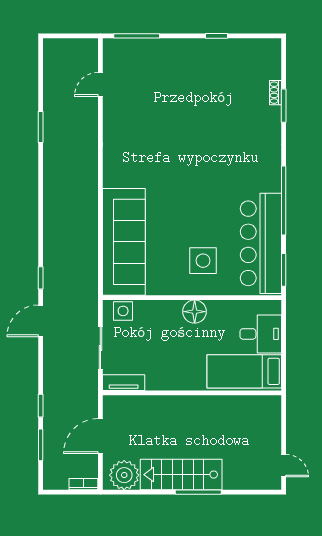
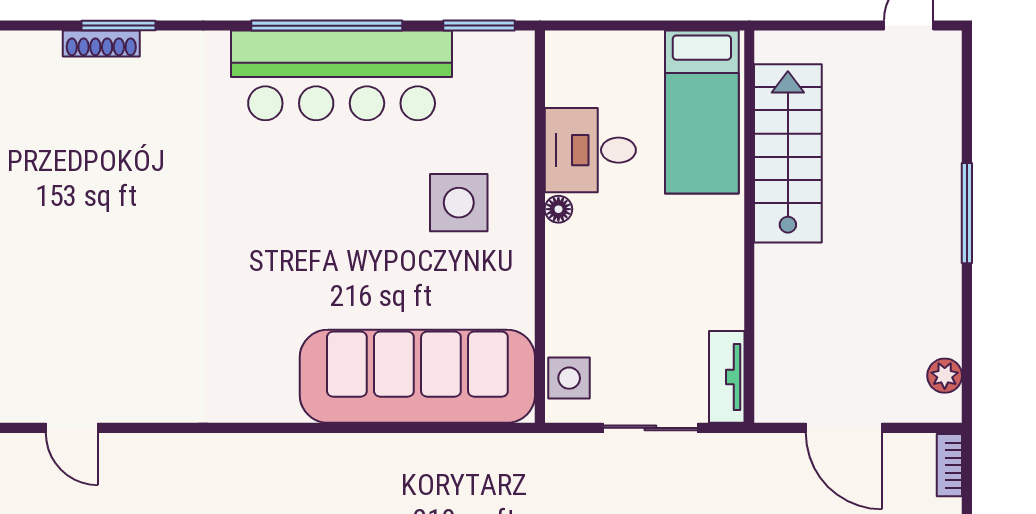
shoe rack: (275, 93) -> (101, 43), width x1.43
bar counter: (261, 243) -> (342, 75), moved
floor lamp: (195, 312) -> (558, 209), width x0.53, depth x0.53
desk: (261, 334) -> (590, 150), moved, turned -90
plant: (124, 475) -> (945, 376), width x0.53, depth x0.53
stairs: (181, 475) -> (788, 153), moved, turned 180

